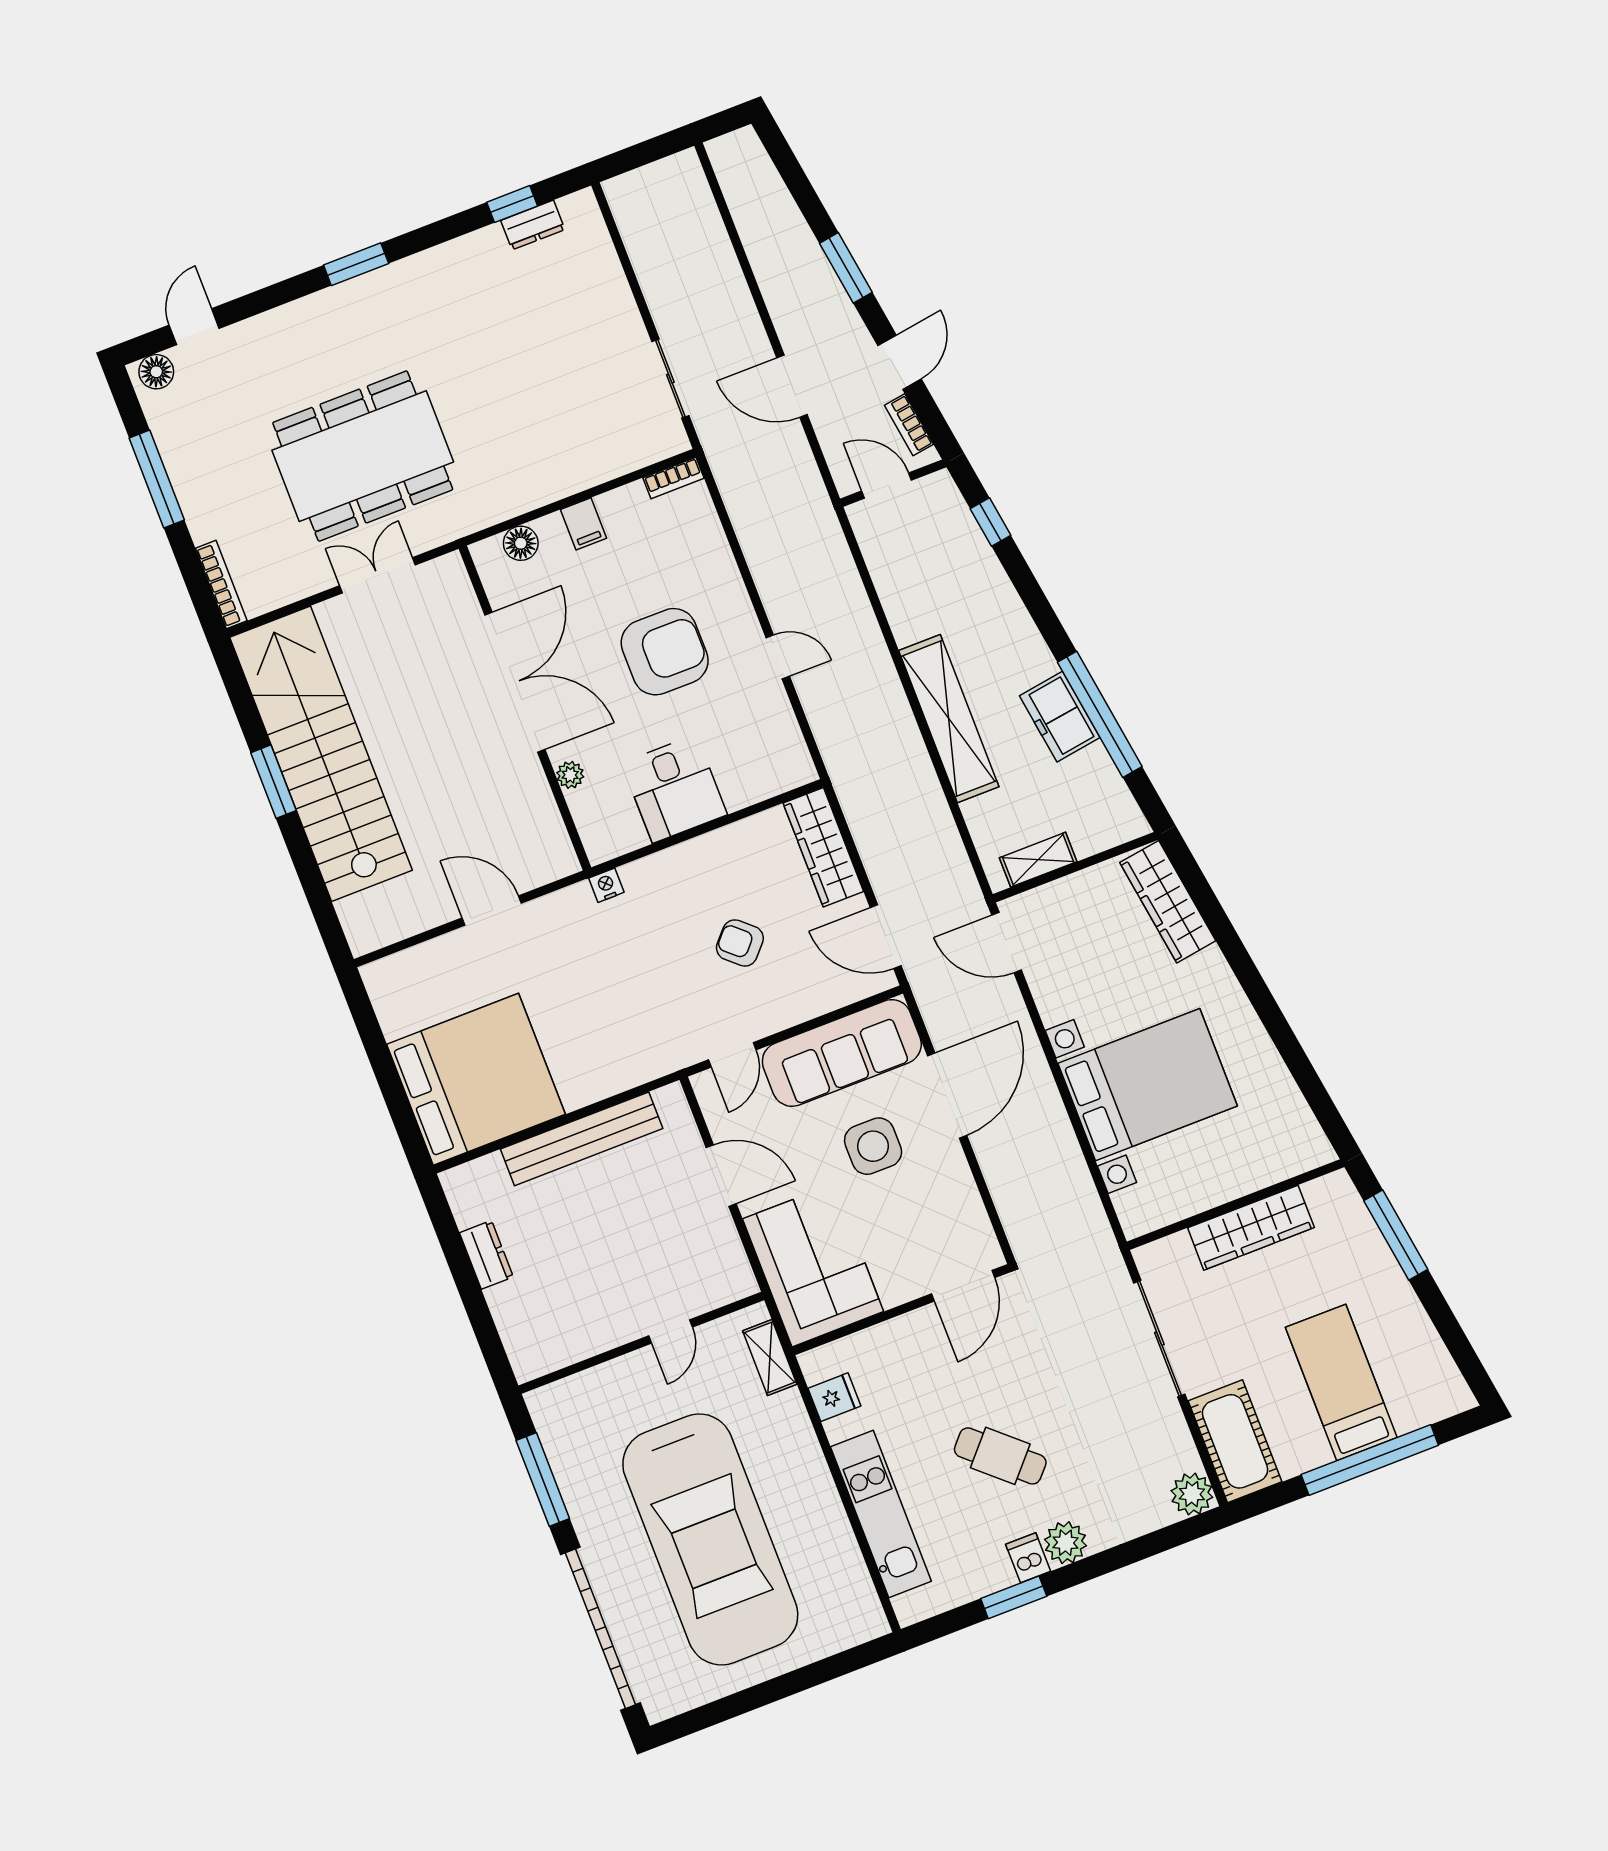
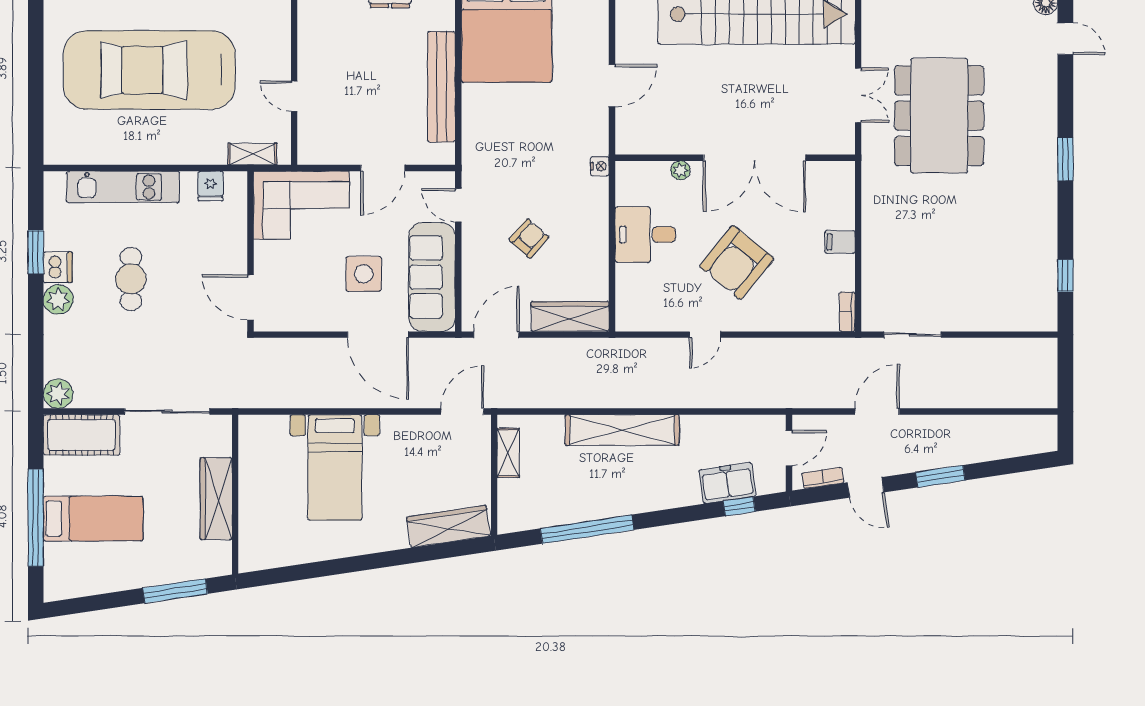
dresser: (533, 225) -> (1047, 284), removed
floor lamp: (521, 543) -> (843, 196), removed
armchair: (665, 652) -> (737, 263), turned 39
freezer: (1060, 717) -> (727, 483), moved
bed with nightstands: (1148, 1085) -> (335, 468), width x0.73
cafe table: (1000, 1456) -> (131, 279), turned -42
dishwasher: (1028, 1558) -> (58, 267), width x1.38

